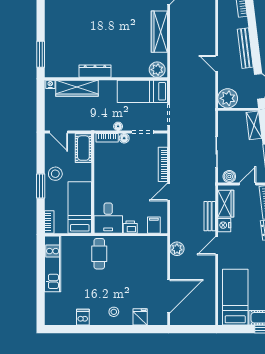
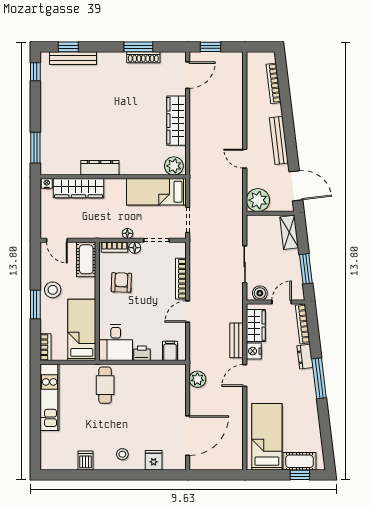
armchair: (113, 168) -> (121, 282), added

